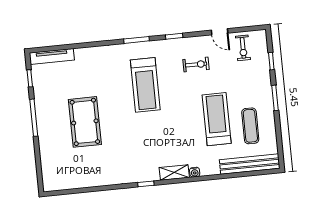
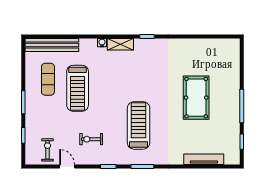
tv unit: (52, 56) -> (204, 159), moved

